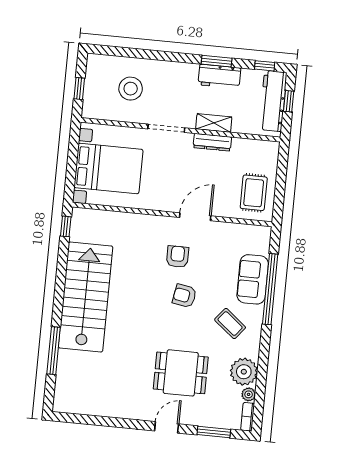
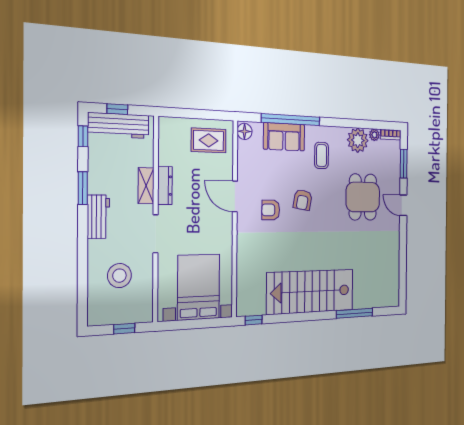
workbench: (219, 76) -> (98, 217), moved
floor lamp: (261, 234) -> (245, 131), added
coffee table: (230, 324) -> (322, 155), turned -39

